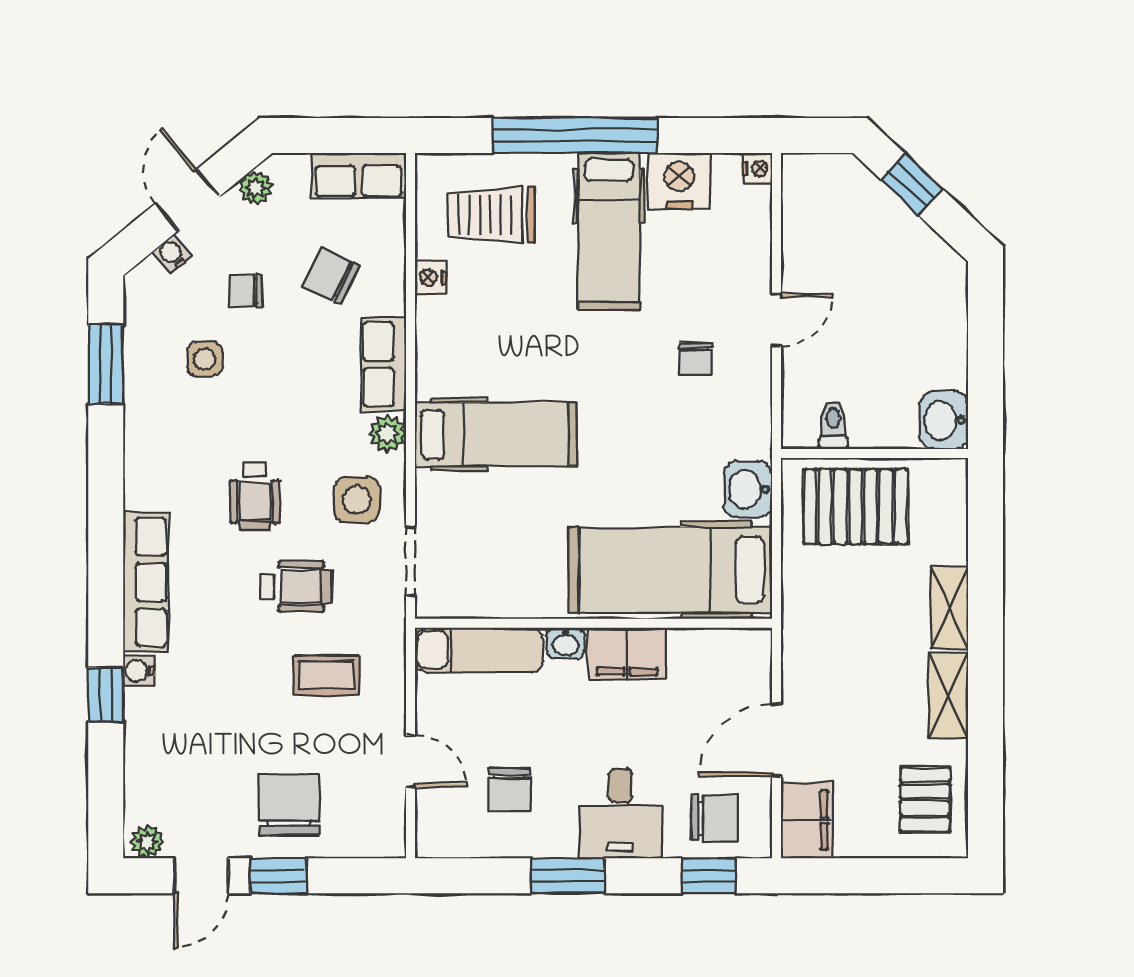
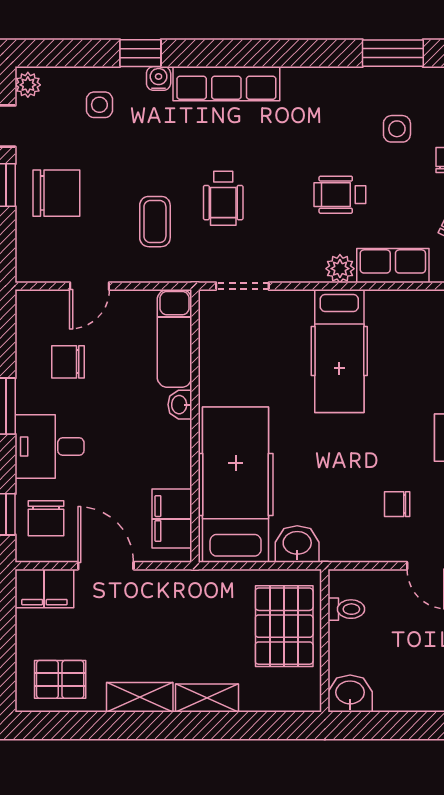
wheelchair: (255, 496) -> (340, 195), moved
side table: (356, 500) -> (99, 105), moved, width x0.73, depth x0.73
filing cabinet: (627, 653) -> (172, 519), moved

